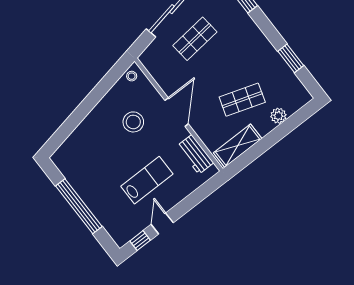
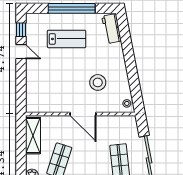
workbench: (195, 154) -> (112, 29), moved, turned -101
lab bench: (147, 180) -> (67, 39), moved, turned -90

